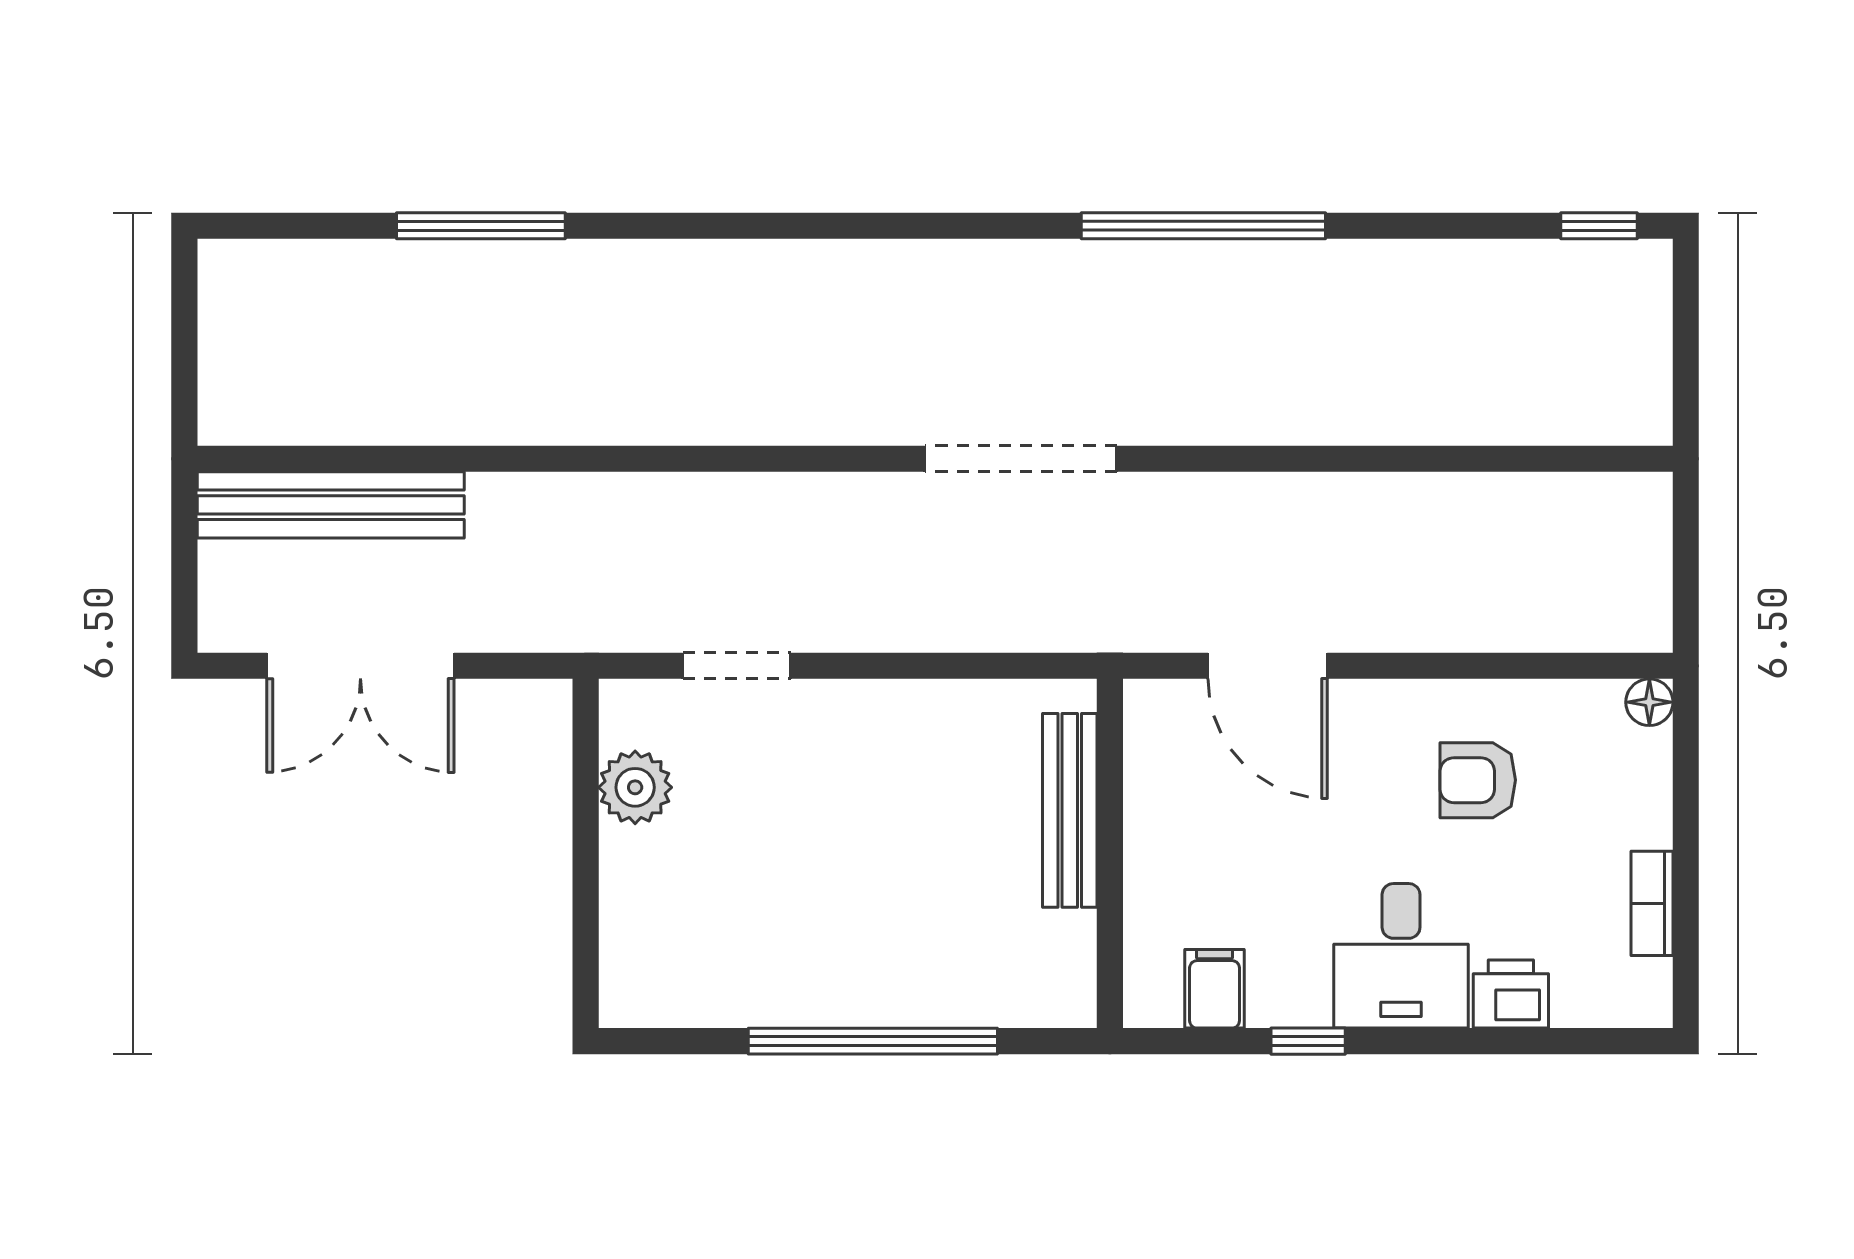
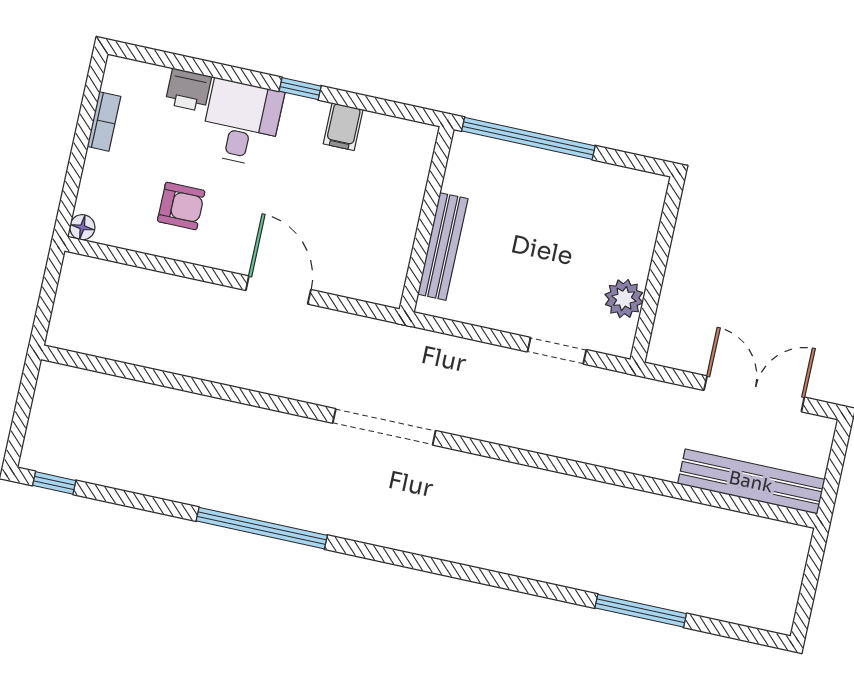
bench: (1070, 810) -> (443, 246), moved
wall: (1110, 853) -> (427, 219), moved

